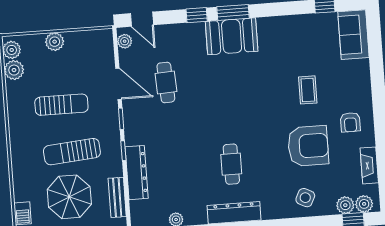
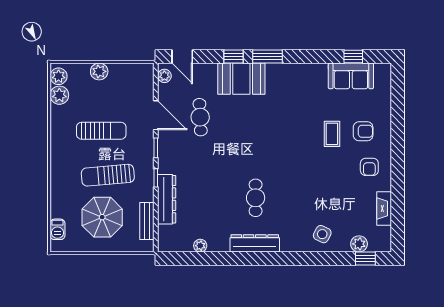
sofa: (353, 35) -> (351, 76), moved, turned -90
booth: (232, 36) -> (241, 79), moved
armchair: (308, 146) -> (363, 131), moved, width x0.53, depth x0.53
plant: (364, 204) -> (377, 244), removed

